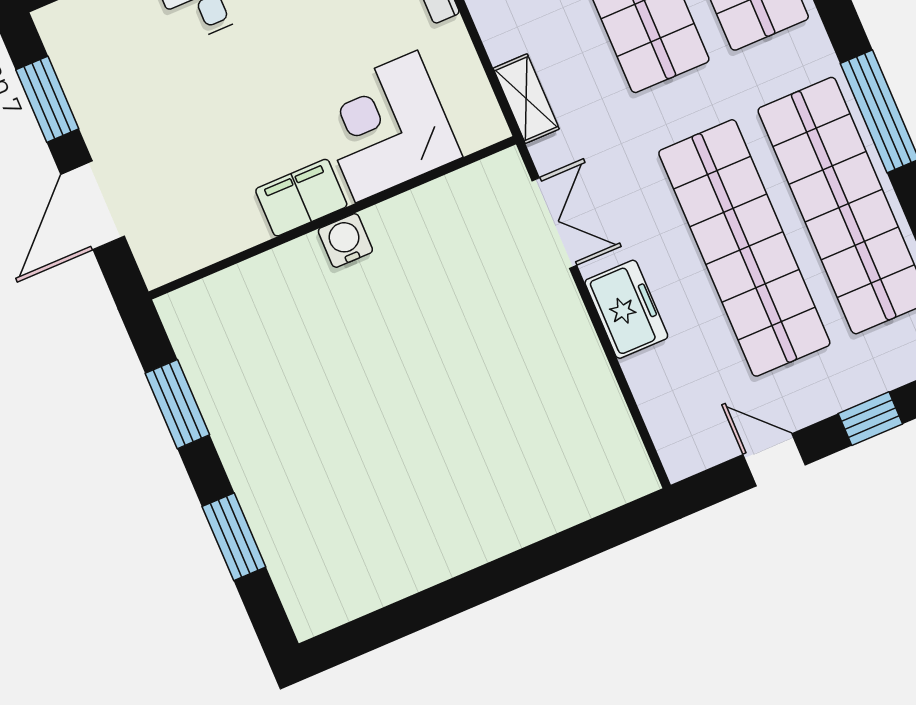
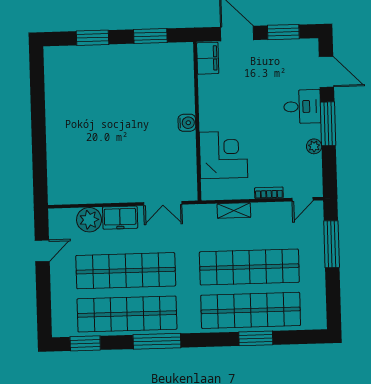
shelving: (526, 99) -> (234, 210), moved
filing cabinet: (301, 198) -> (208, 58), moved
plant: (659, 379) -> (89, 220), added
window: (870, 419) -> (43, 293), removed

